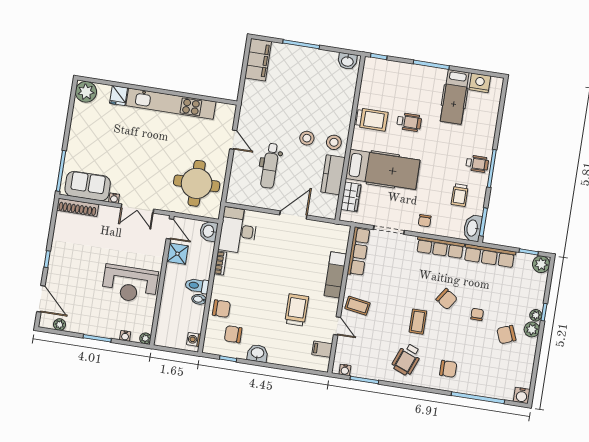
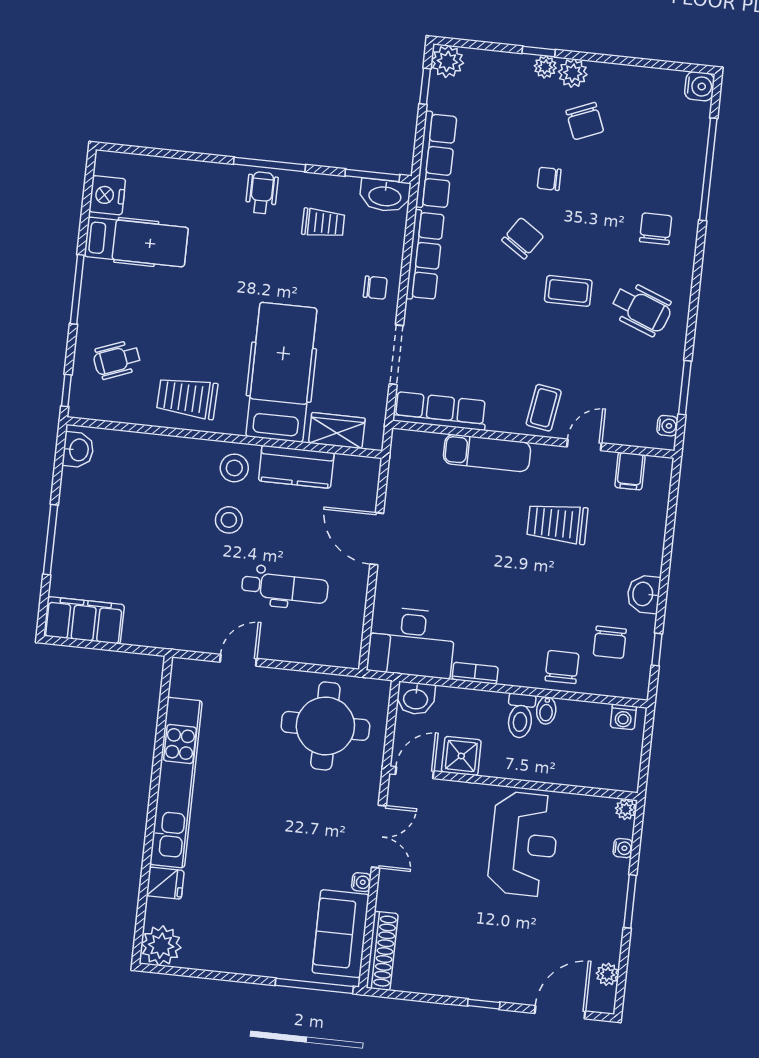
trolley: (372, 119) -> (187, 398), turned -88
wheelchair: (409, 122) -> (117, 360), moved, turned -111

